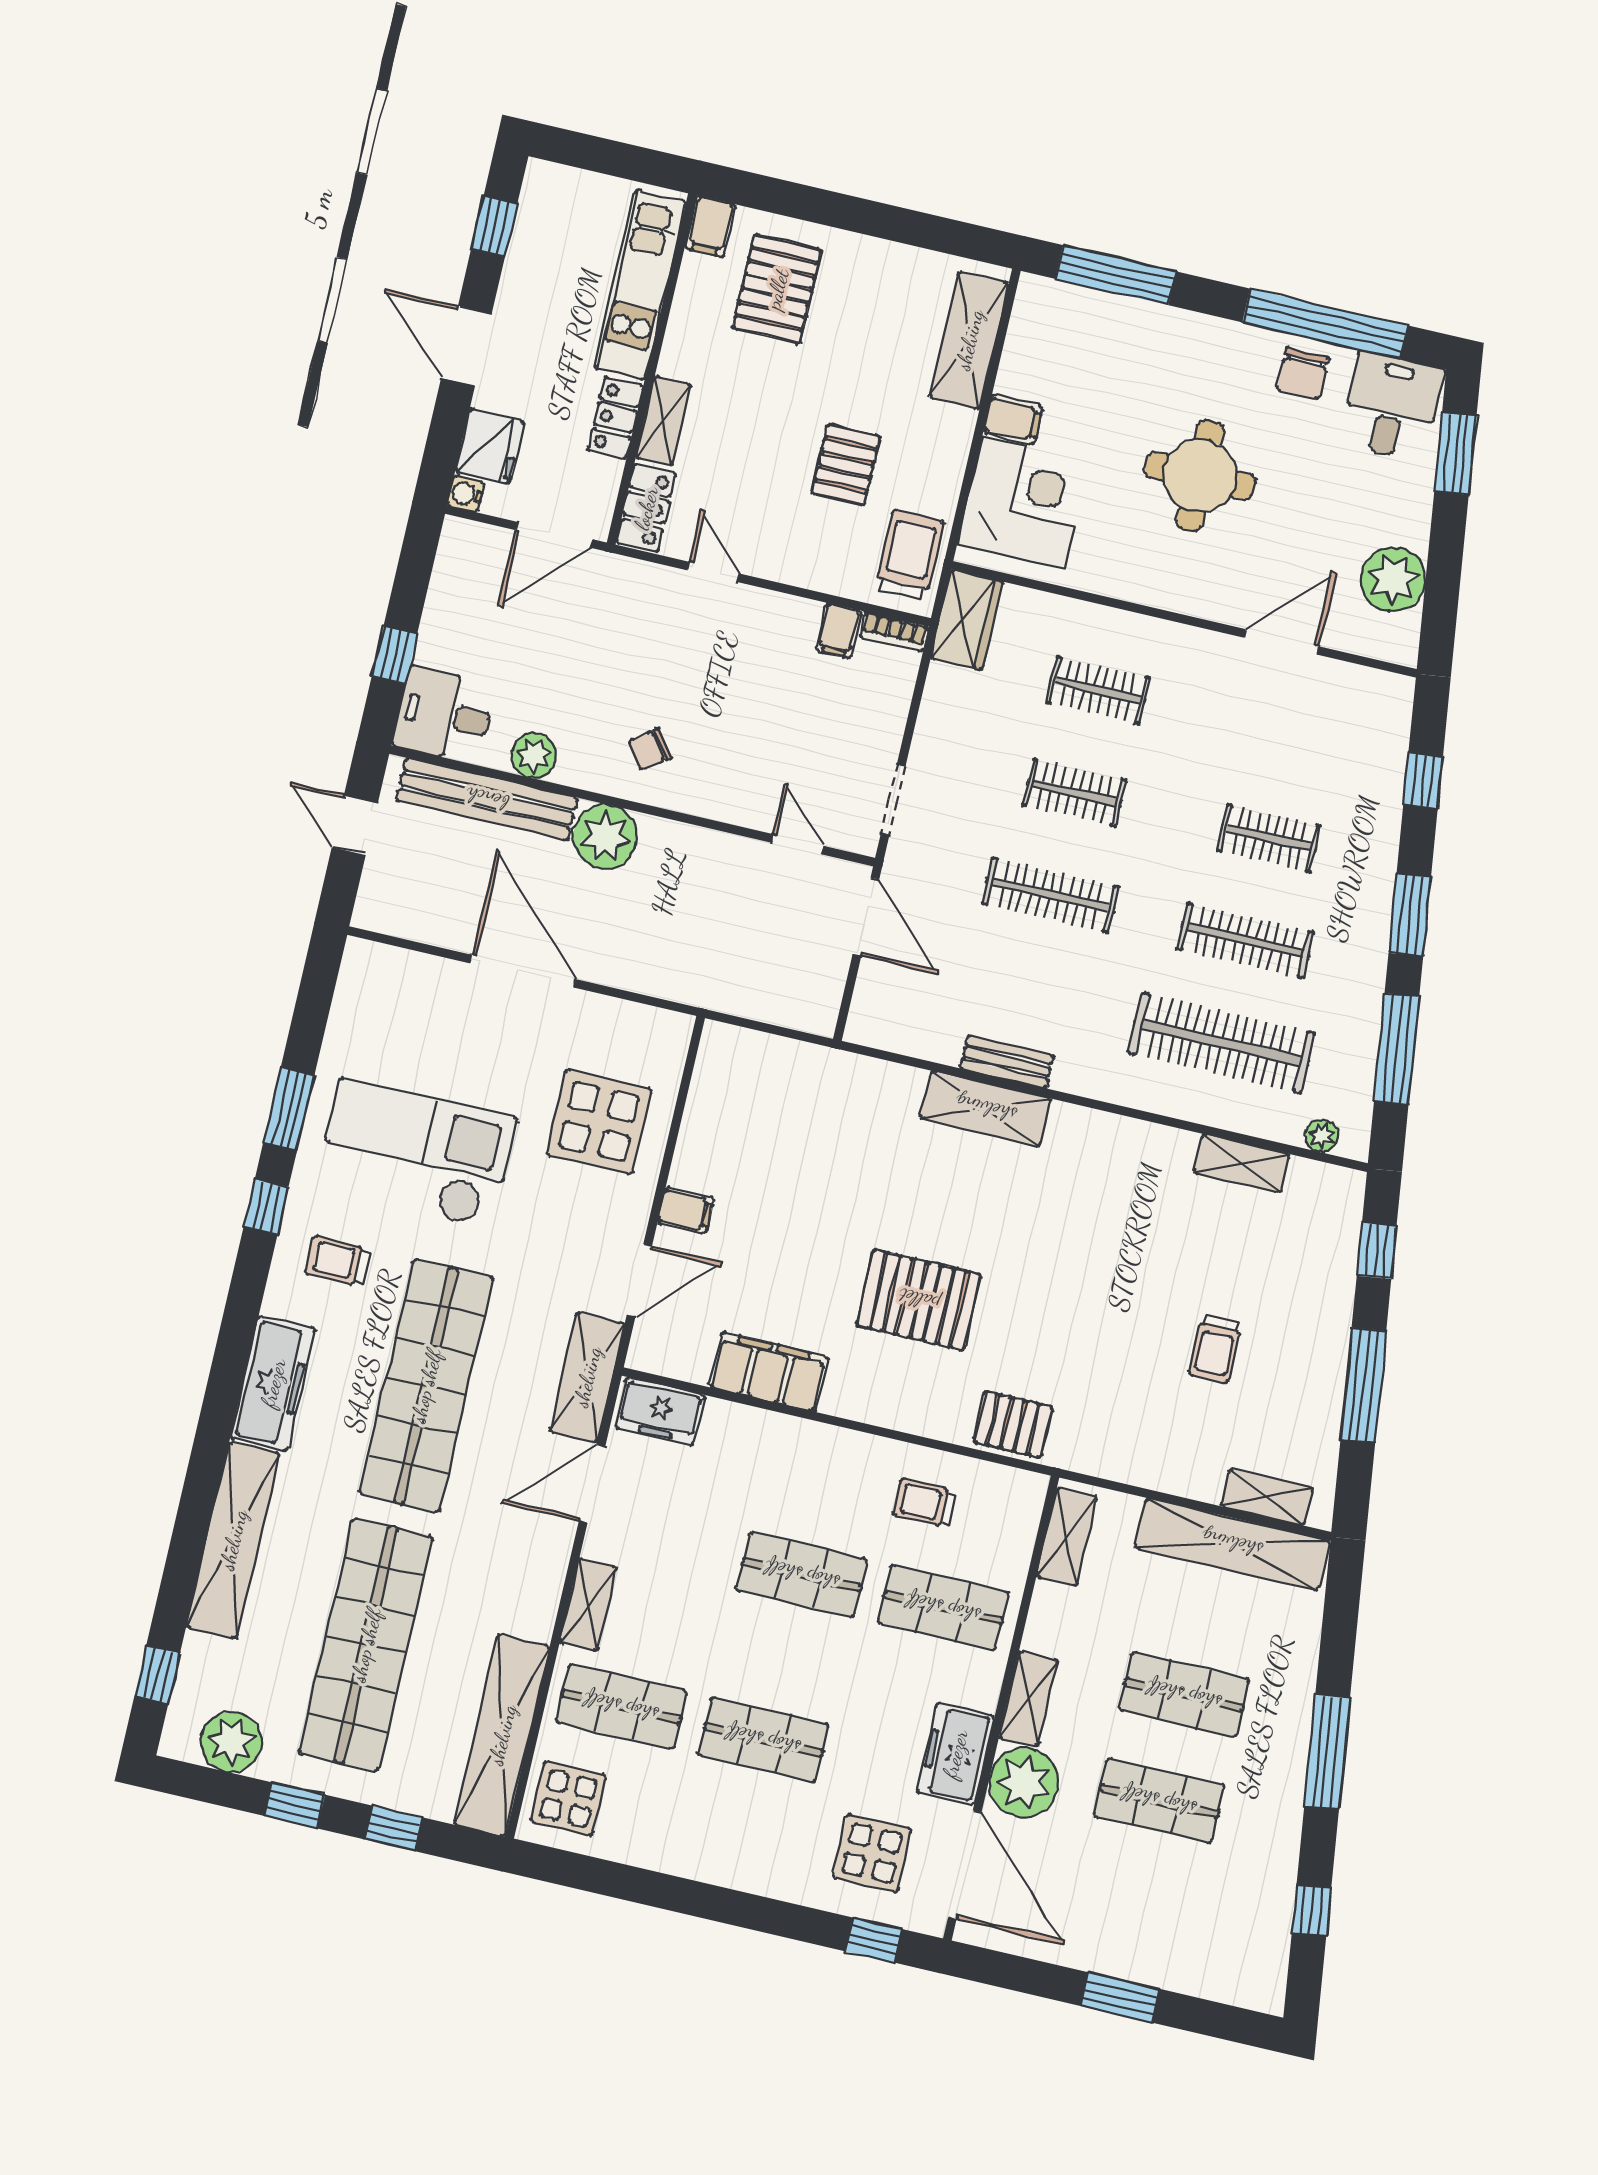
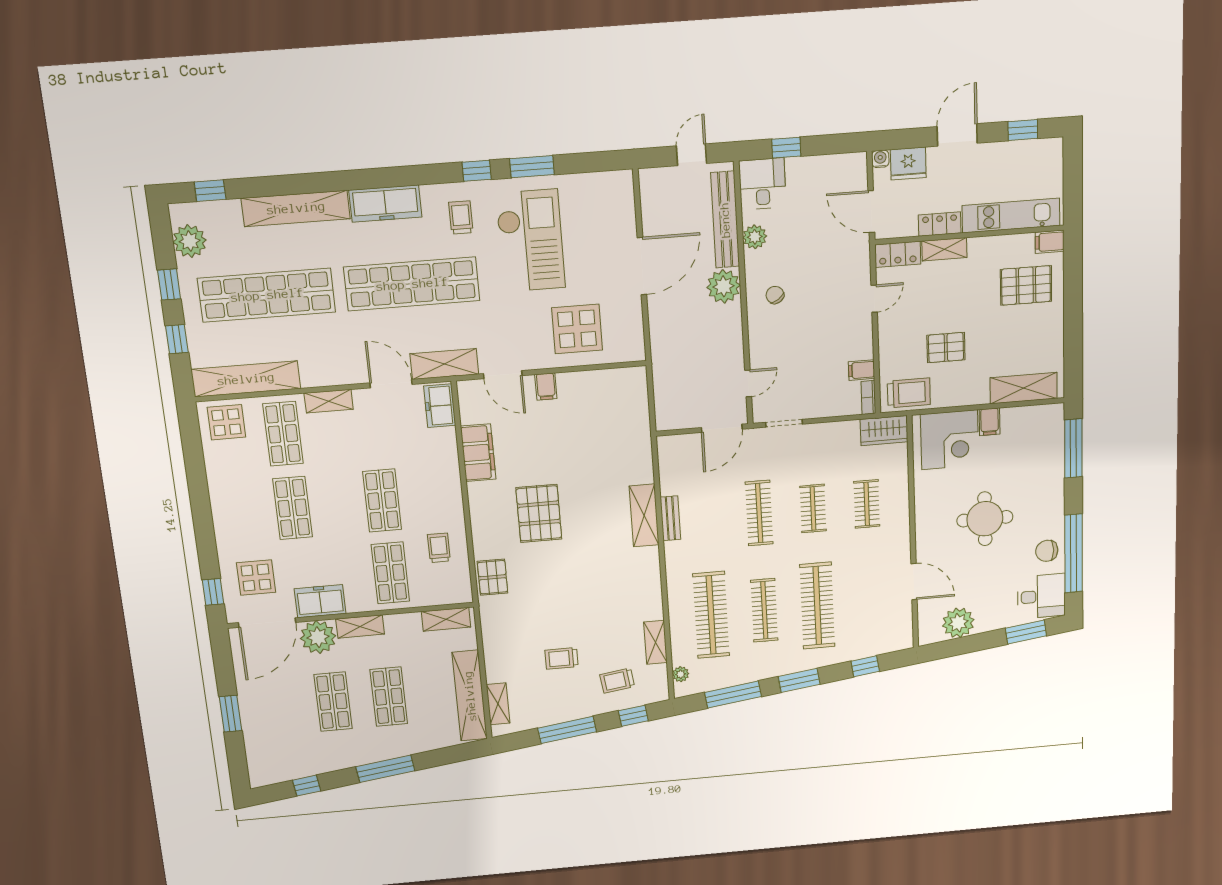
clothes rail: (1269, 838) -> (817, 606), width x1.86, depth x1.31
trolley: (1295, 1259) -> (617, 681), added

